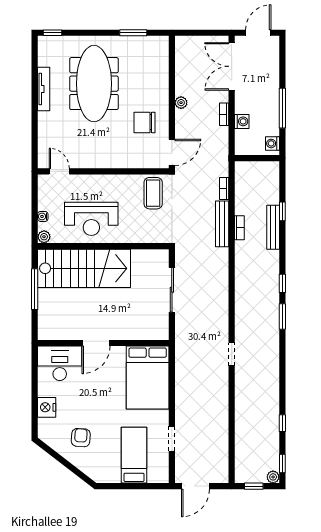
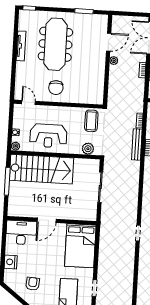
chair: (145, 122) -> (56, 88), moved, turned -90
door: (172, 152) -> (109, 42), moved
plant: (151, 234) -> (88, 149), added

